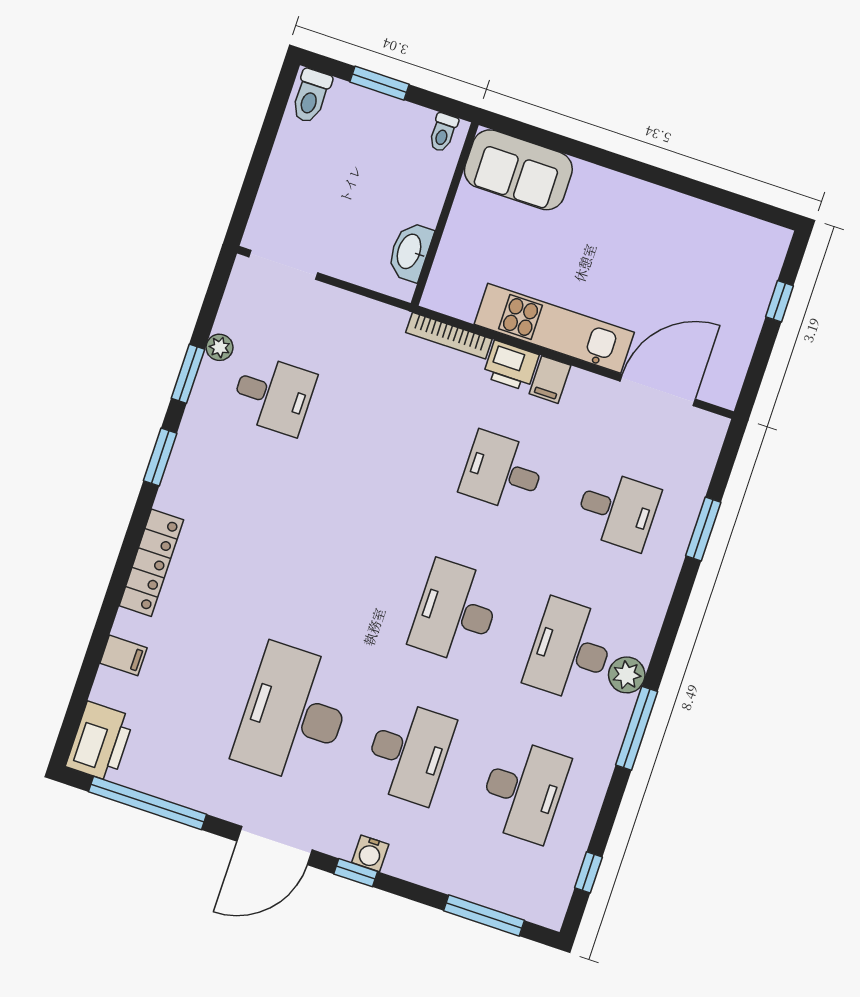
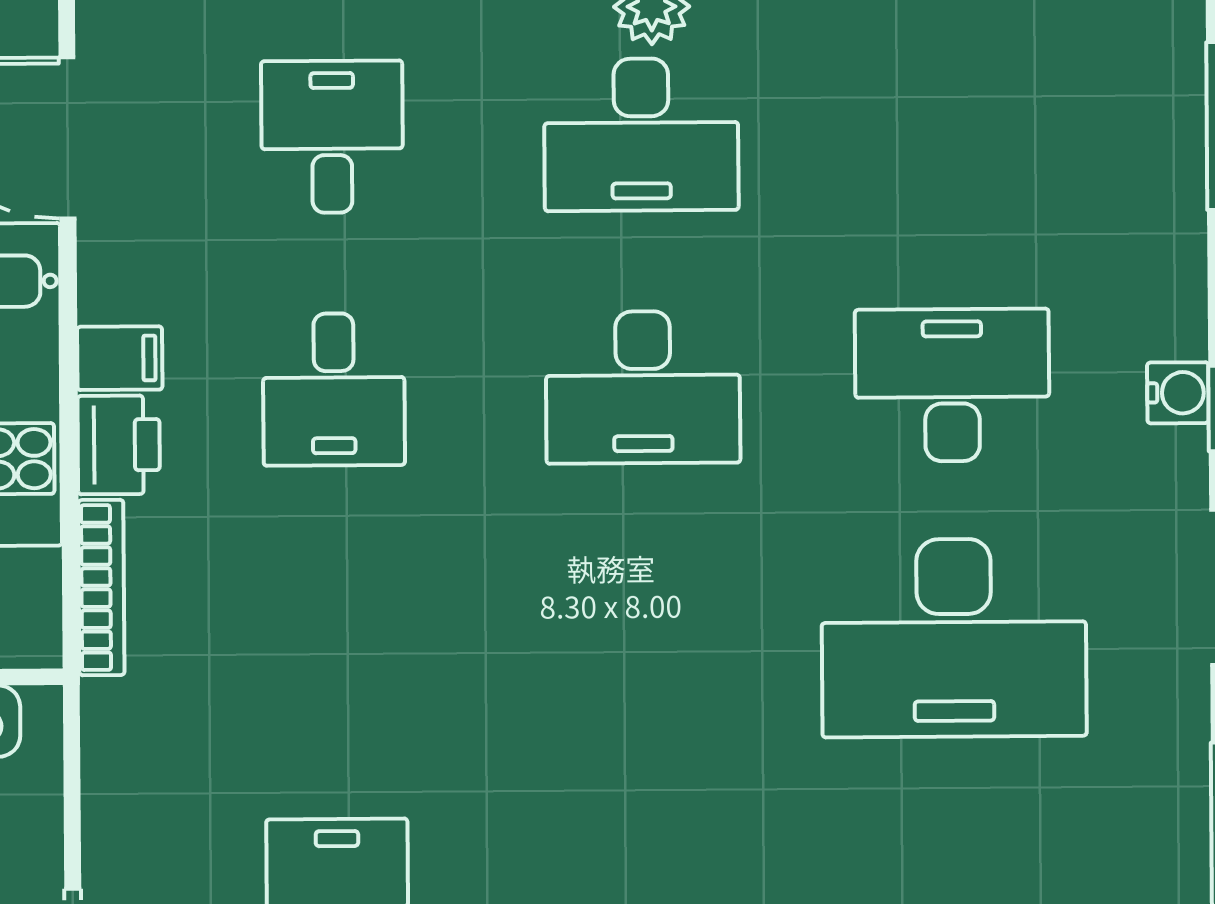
desk: (523, 791) -> (950, 132), removed

